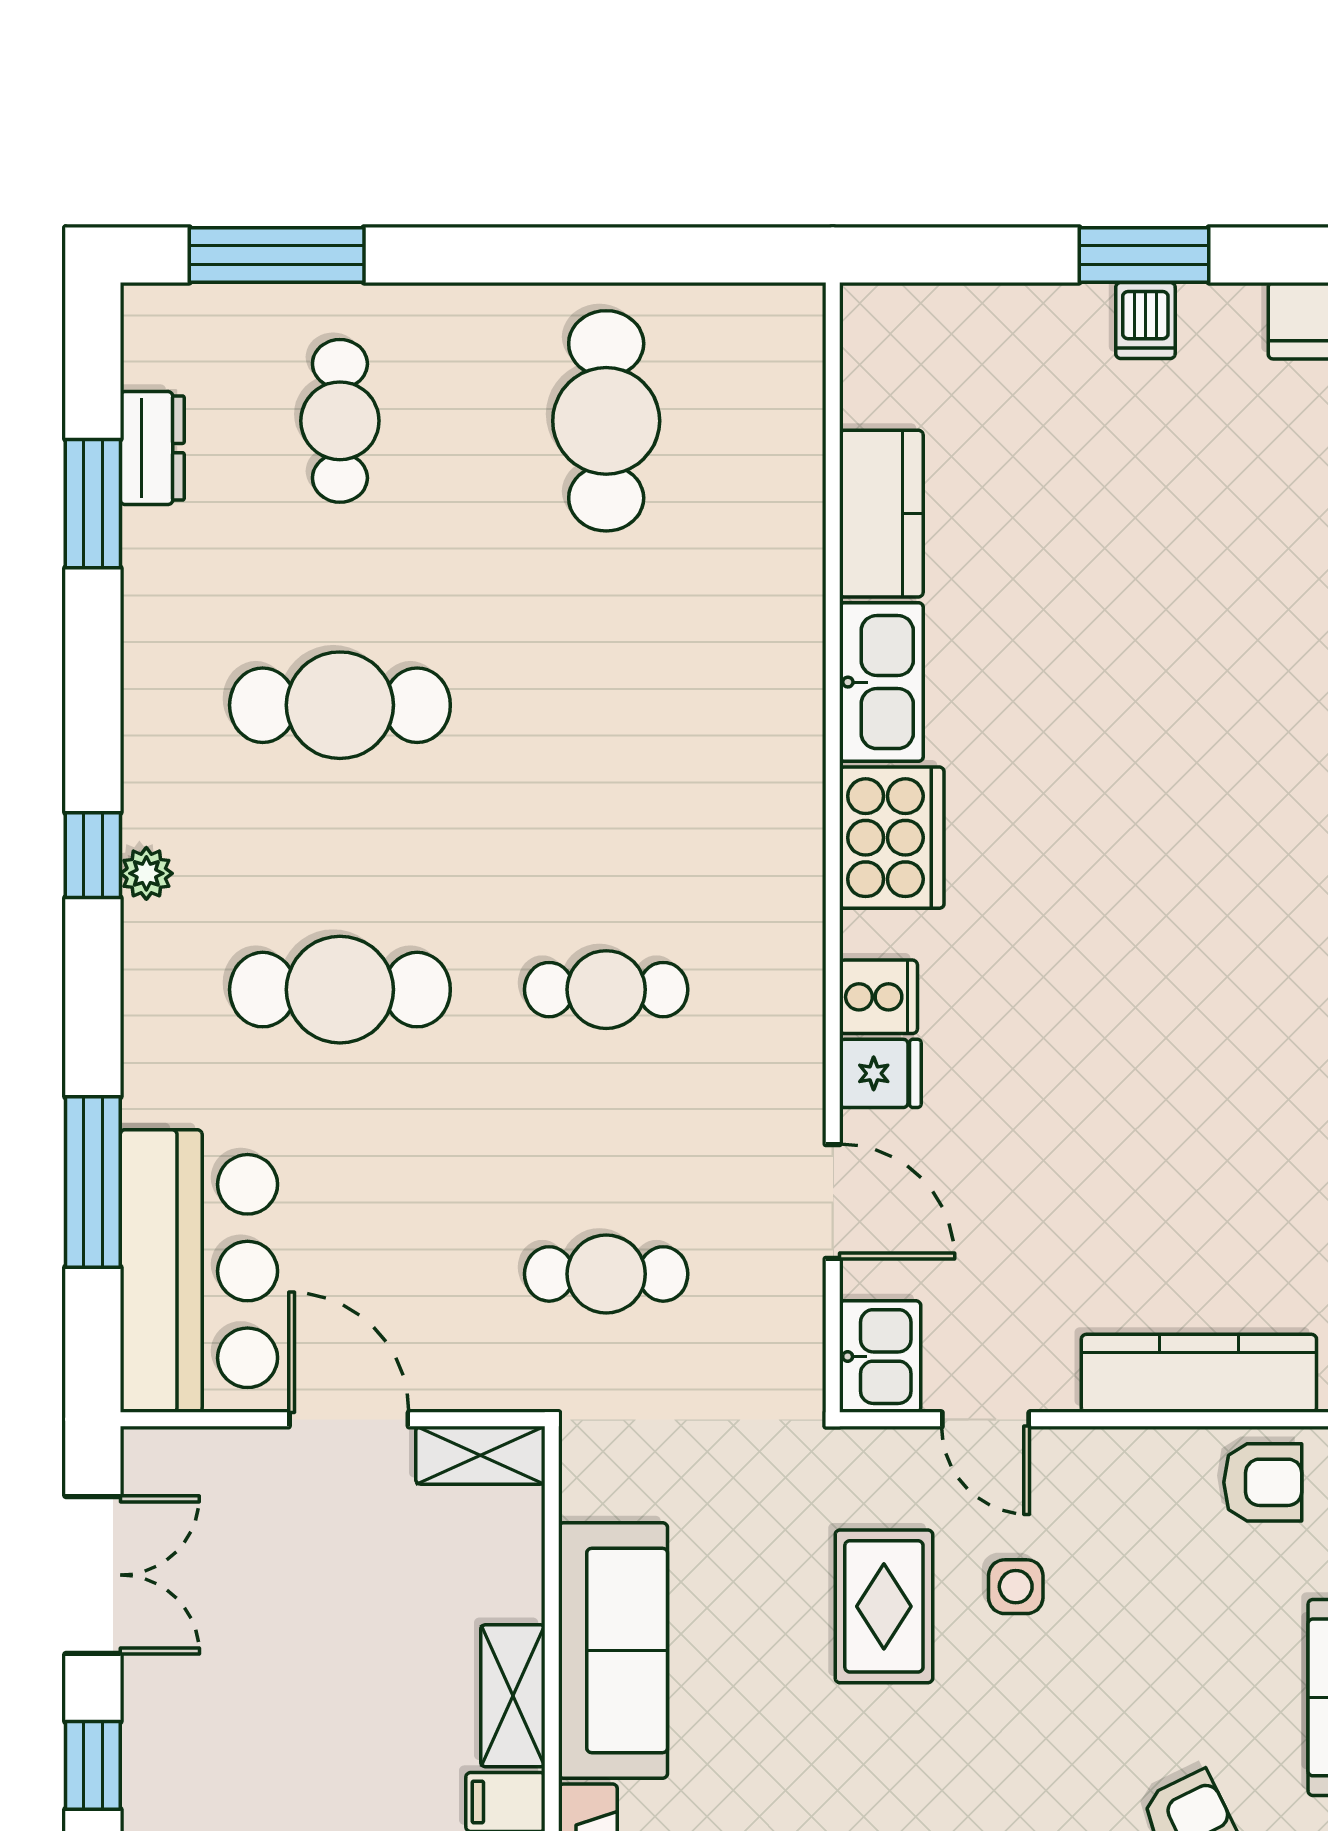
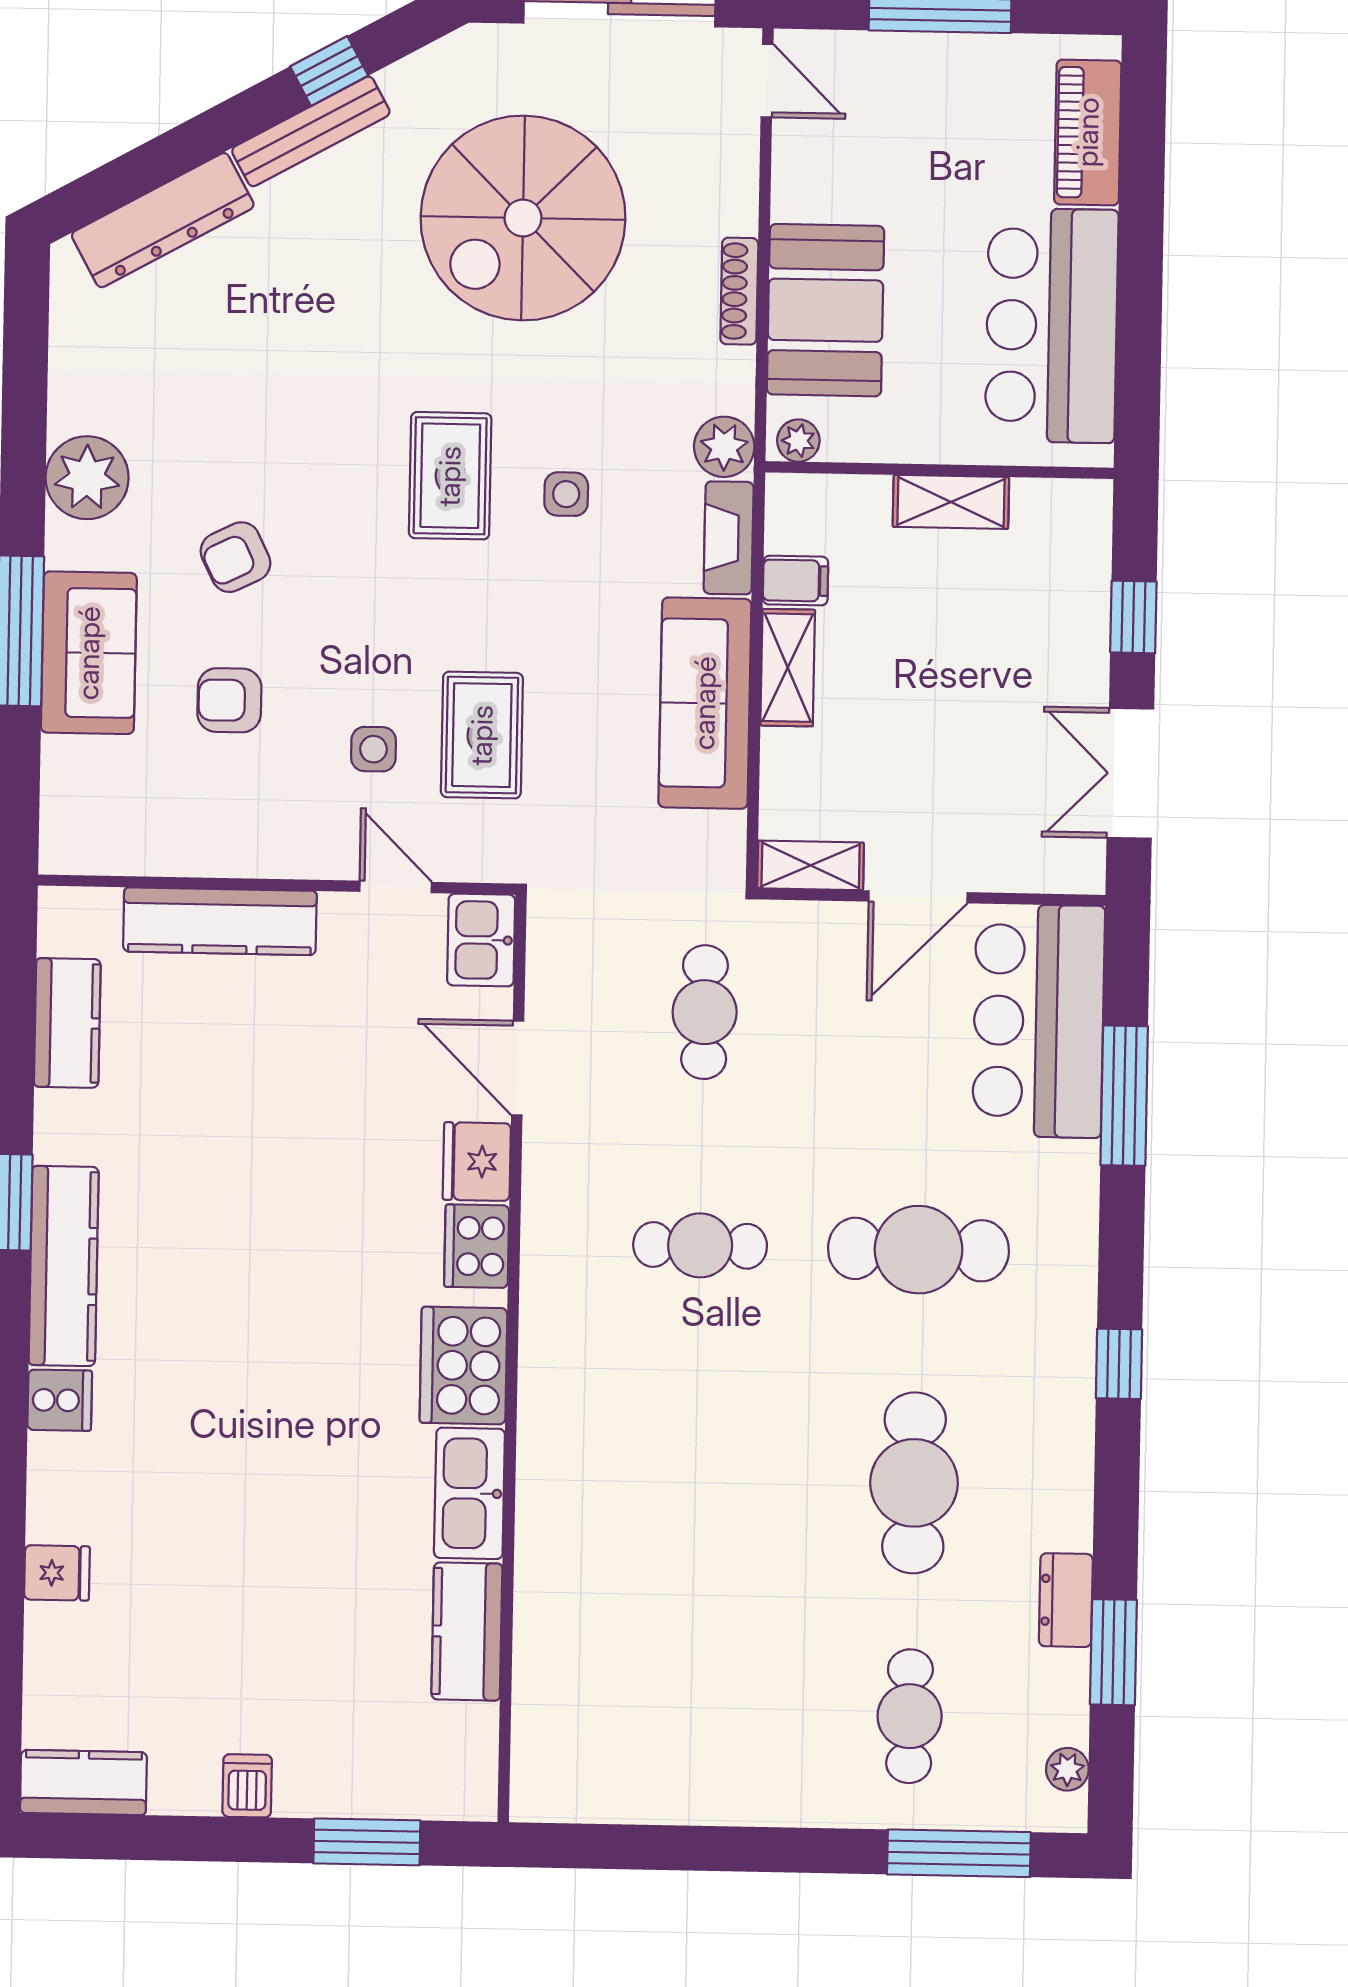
window: (1144, 255) -> (367, 1842), moved
cafe table: (606, 421) -> (691, 1712), removed
dresser: (152, 448) -> (1066, 1600), moved
cafe table: (340, 705) -> (914, 1483), turned 90
plant: (146, 873) -> (1067, 1769), moved
cooker: (878, 997) -> (477, 1246), width x1.36
fridge: (880, 1073) -> (477, 1162), width x1.38
cafe table: (606, 1274) -> (705, 1012), turned 90
door: (349, 1419) -> (918, 897), hinge flipped
armchair: (1263, 1482) -> (229, 700), moved

